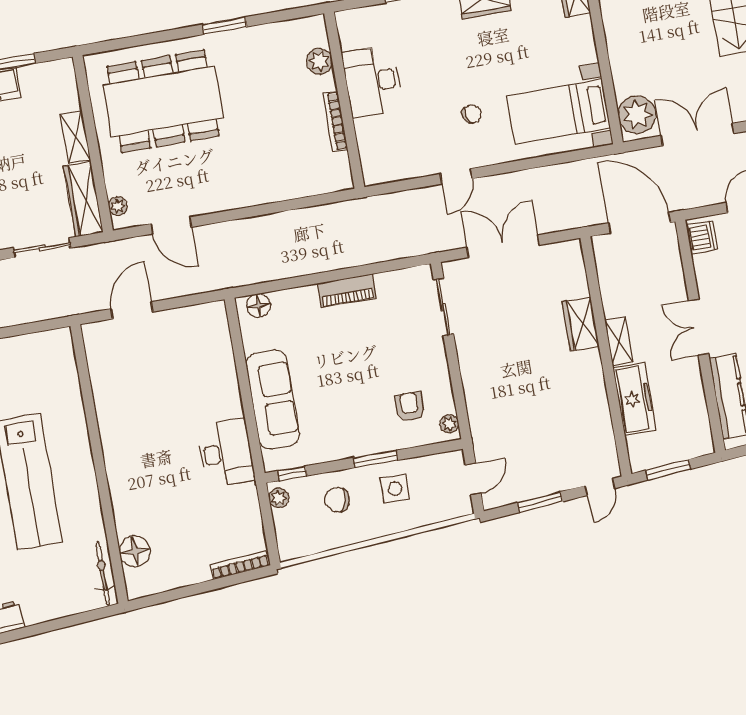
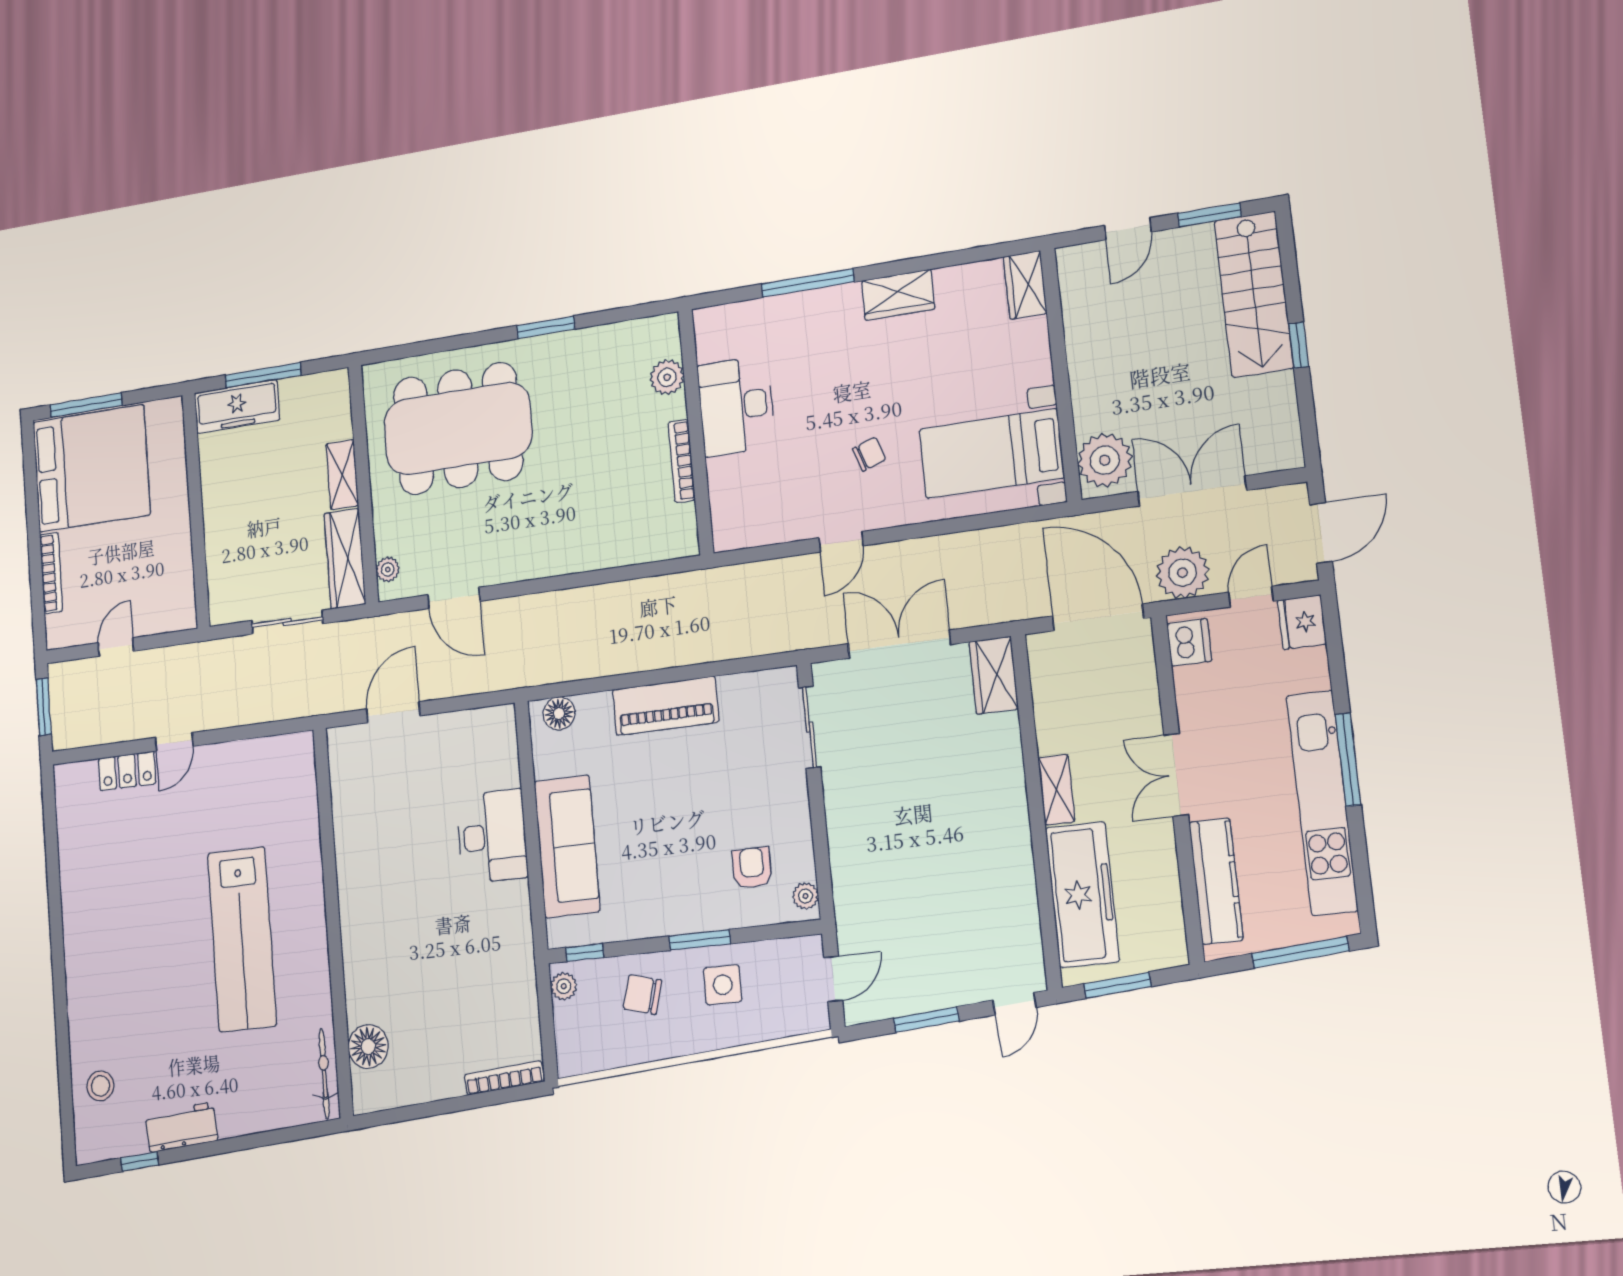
plant: (695, 190) -> (1183, 573), added
piano: (347, 291) -> (666, 706), width x1.37, depth x1.33
wardrobe: (581, 324) -> (994, 675), moved
freezer: (635, 399) -> (1082, 895), width x1.36, depth x1.26
desk: (226, 453) -> (492, 836), moved

